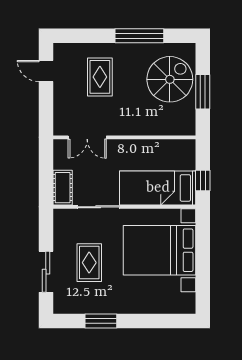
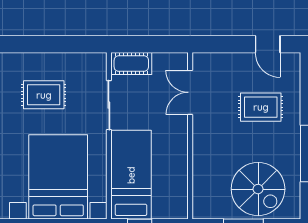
door: (46, 71) -> (268, 44), swing flipped
sliding door: (46, 272) -> (33, 44), removed

